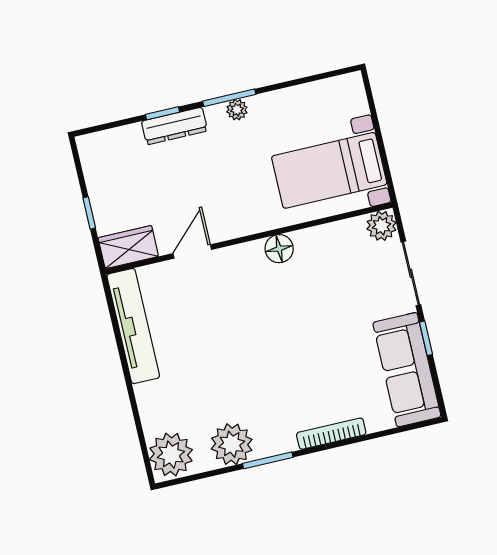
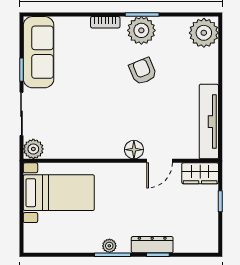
floor lamp: (279, 249) -> (134, 150), moved
armchair: (247, 377) -> (143, 71), added
bookcase: (331, 434) -> (105, 22), width x0.64
plant: (232, 444) -> (141, 30), moved

